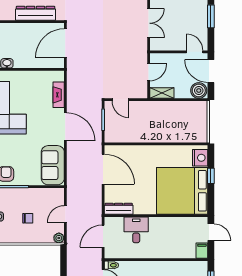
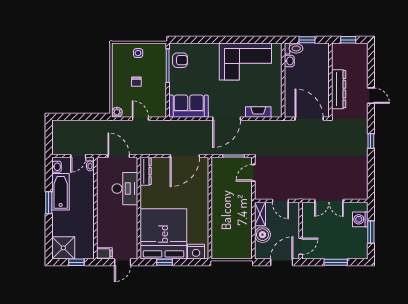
boiler: (199, 90) -> (262, 235), moved
window: (211, 176) -> (164, 262), moved
desk: (136, 230) -> (125, 189), width x1.37

